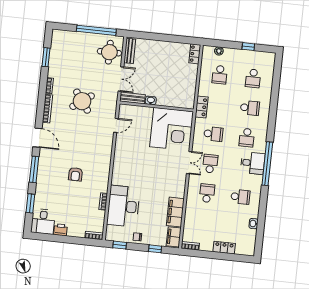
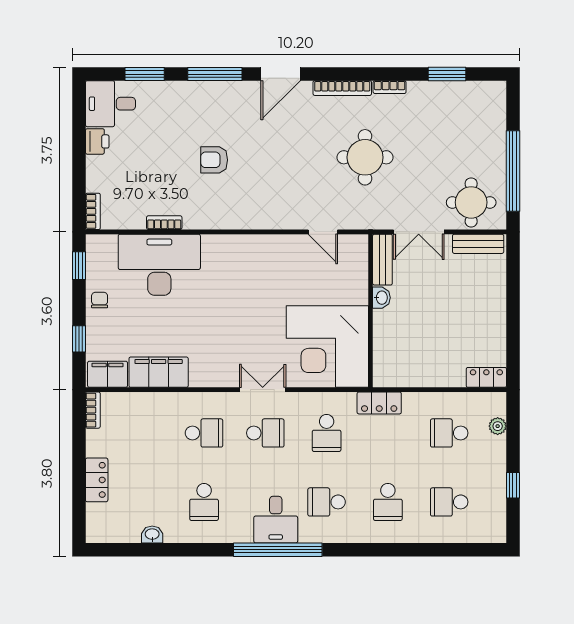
round table: (82, 101) -> (365, 157), turned 36
double door: (189, 163) -> (263, 390), swing flipped

